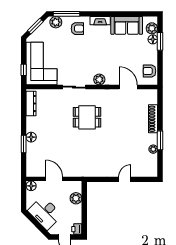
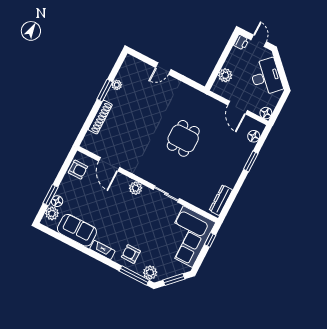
dining table: (87, 117) -> (183, 138), moved, turned 90
floor lamp: (31, 137) -> (254, 136), moved

